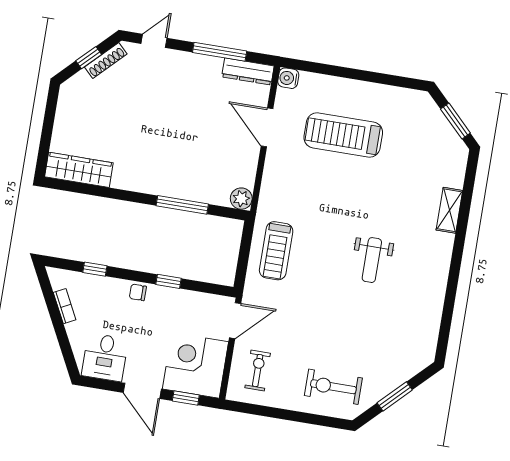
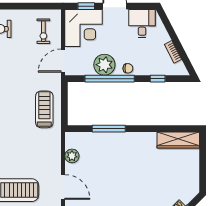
plant: (241, 199) -> (72, 156), moved
window: (168, 281) -> (110, 79), width x3.17
plant: (173, 304) -> (104, 65), added

